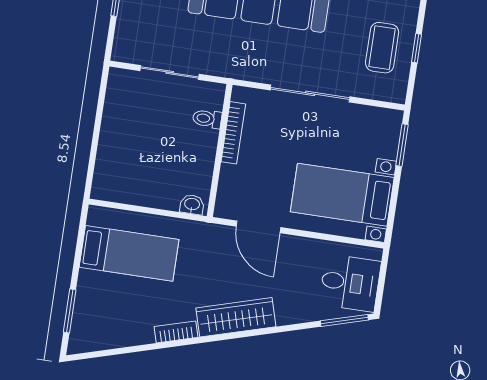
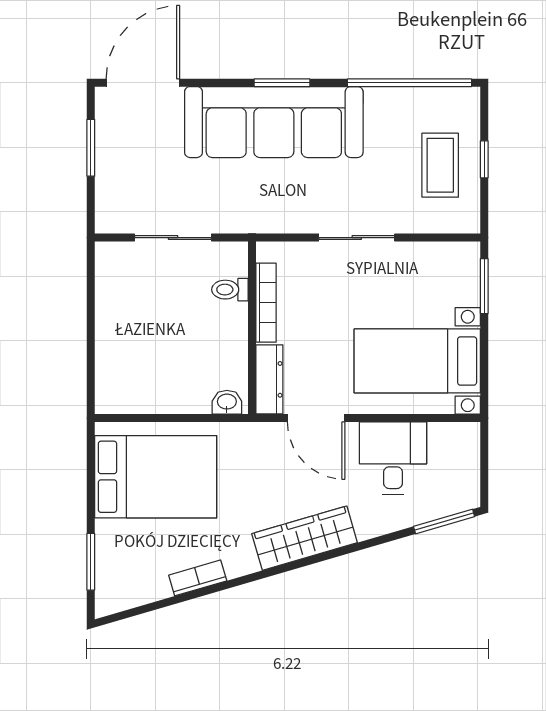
sliding door: (310, 93) -> (357, 238), width x0.73
dresser: (227, 192) -> (269, 379), added
bed: (129, 253) -> (156, 477), width x1.50
desk: (350, 283) -> (393, 458), moved, turned -90
bookcase: (176, 332) -> (198, 578), moved

